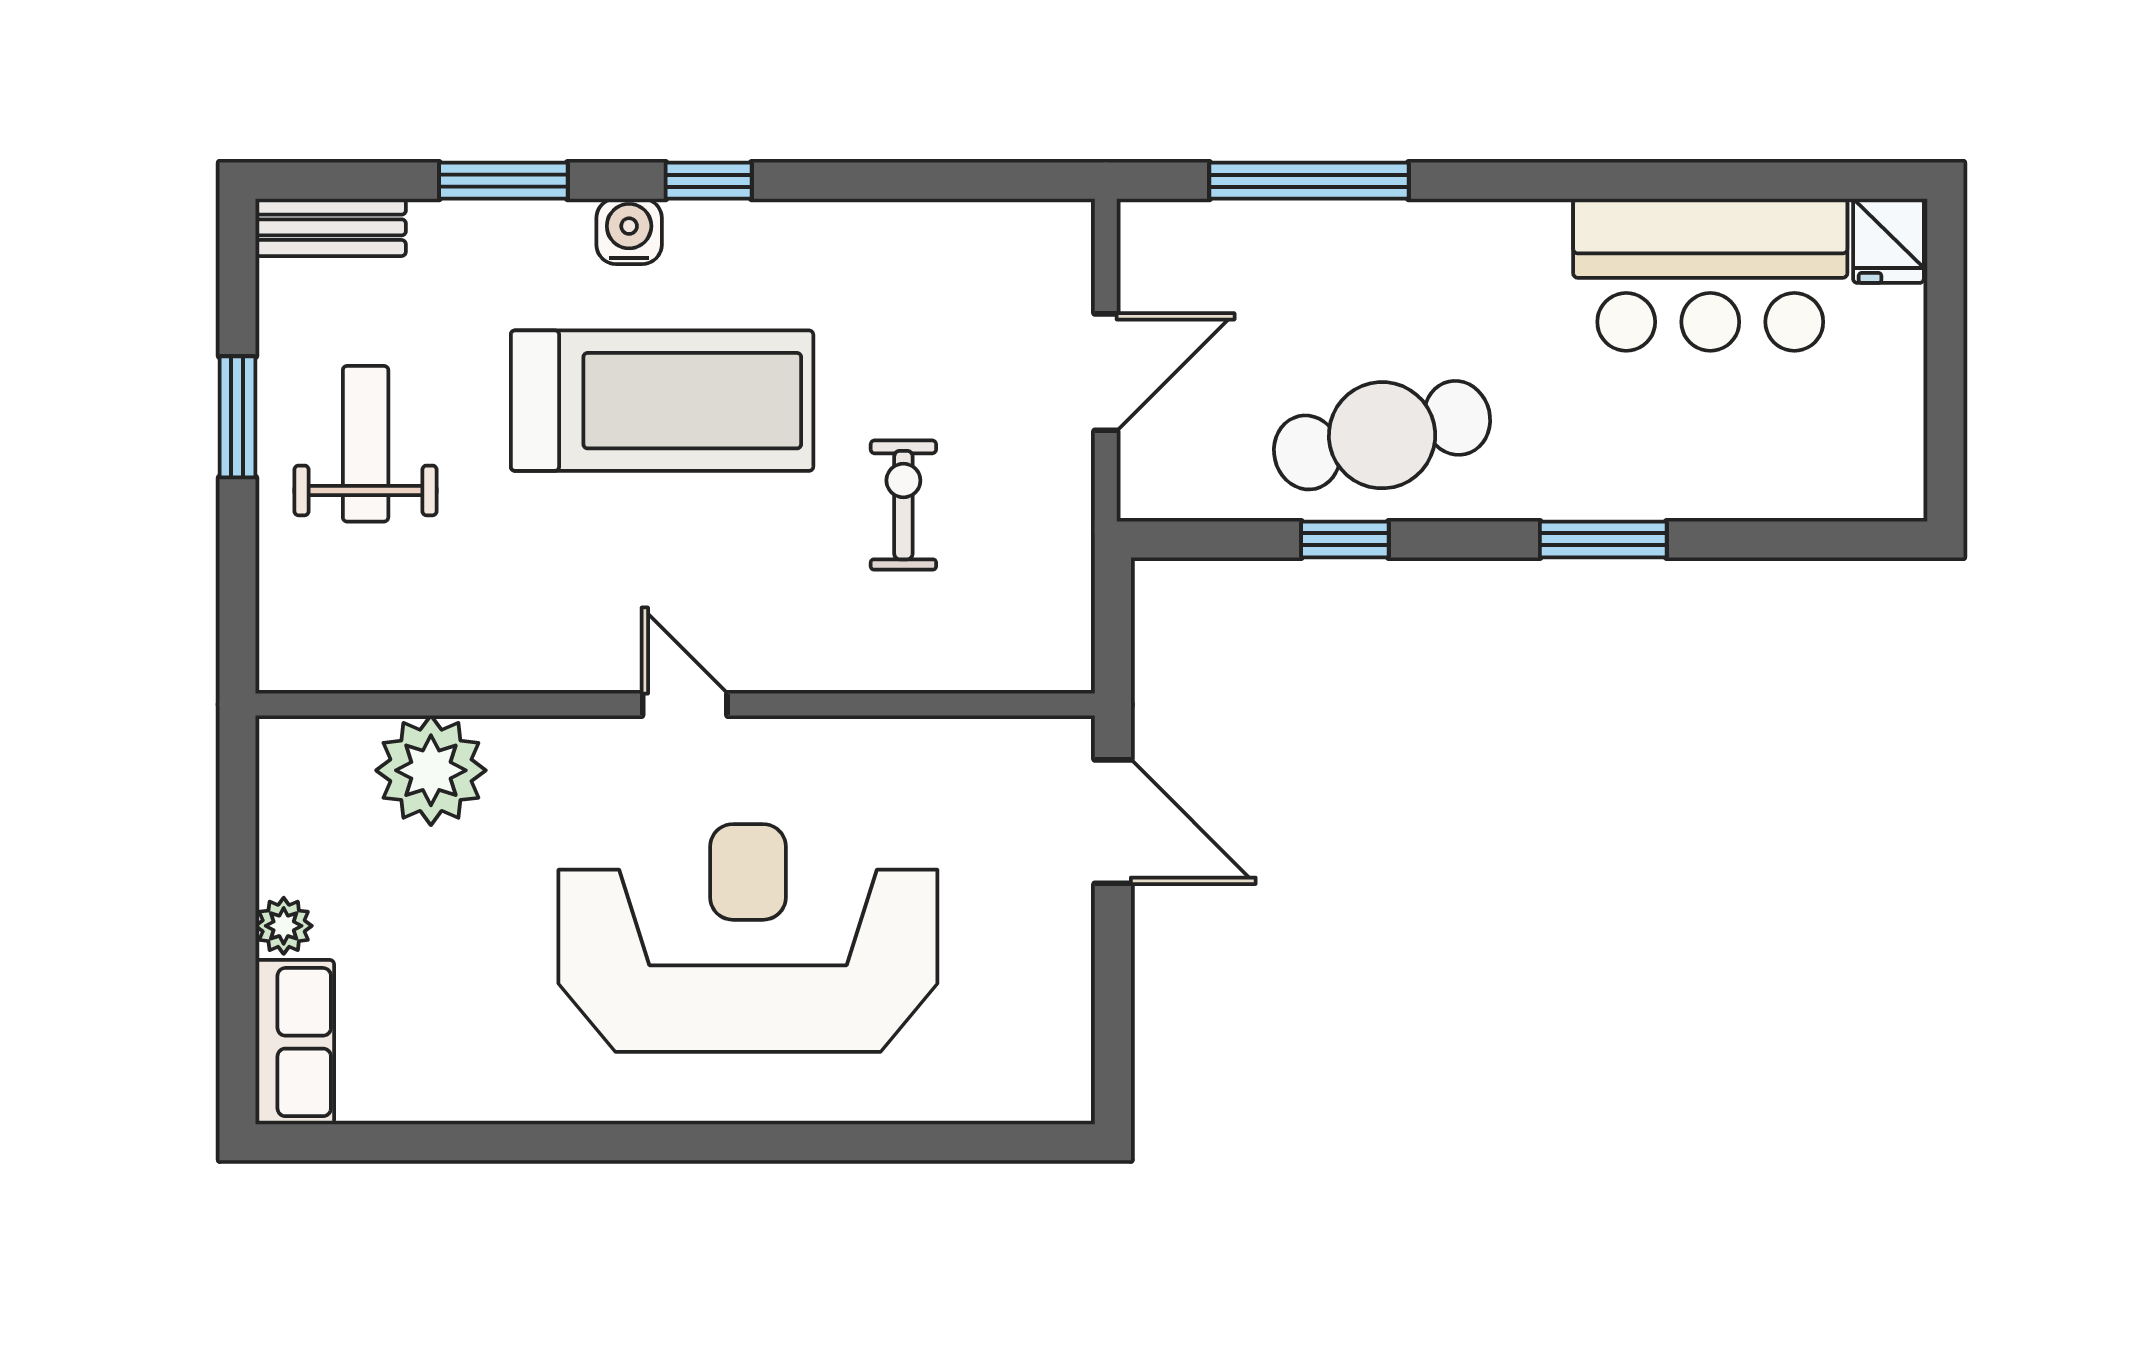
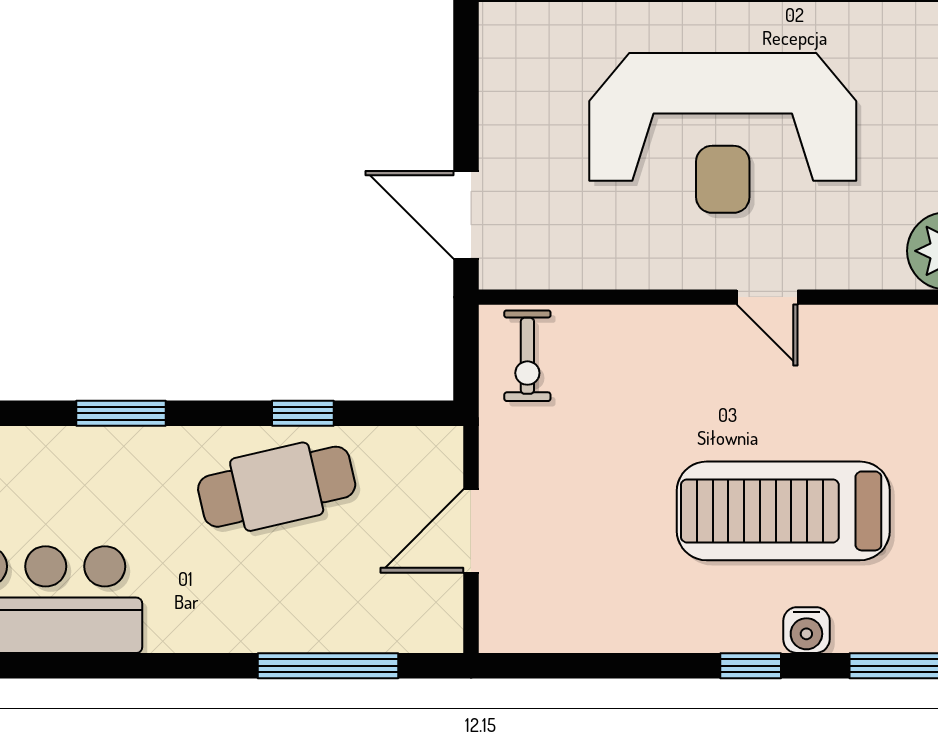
exercise bike: (903, 505) -> (527, 356), moved

